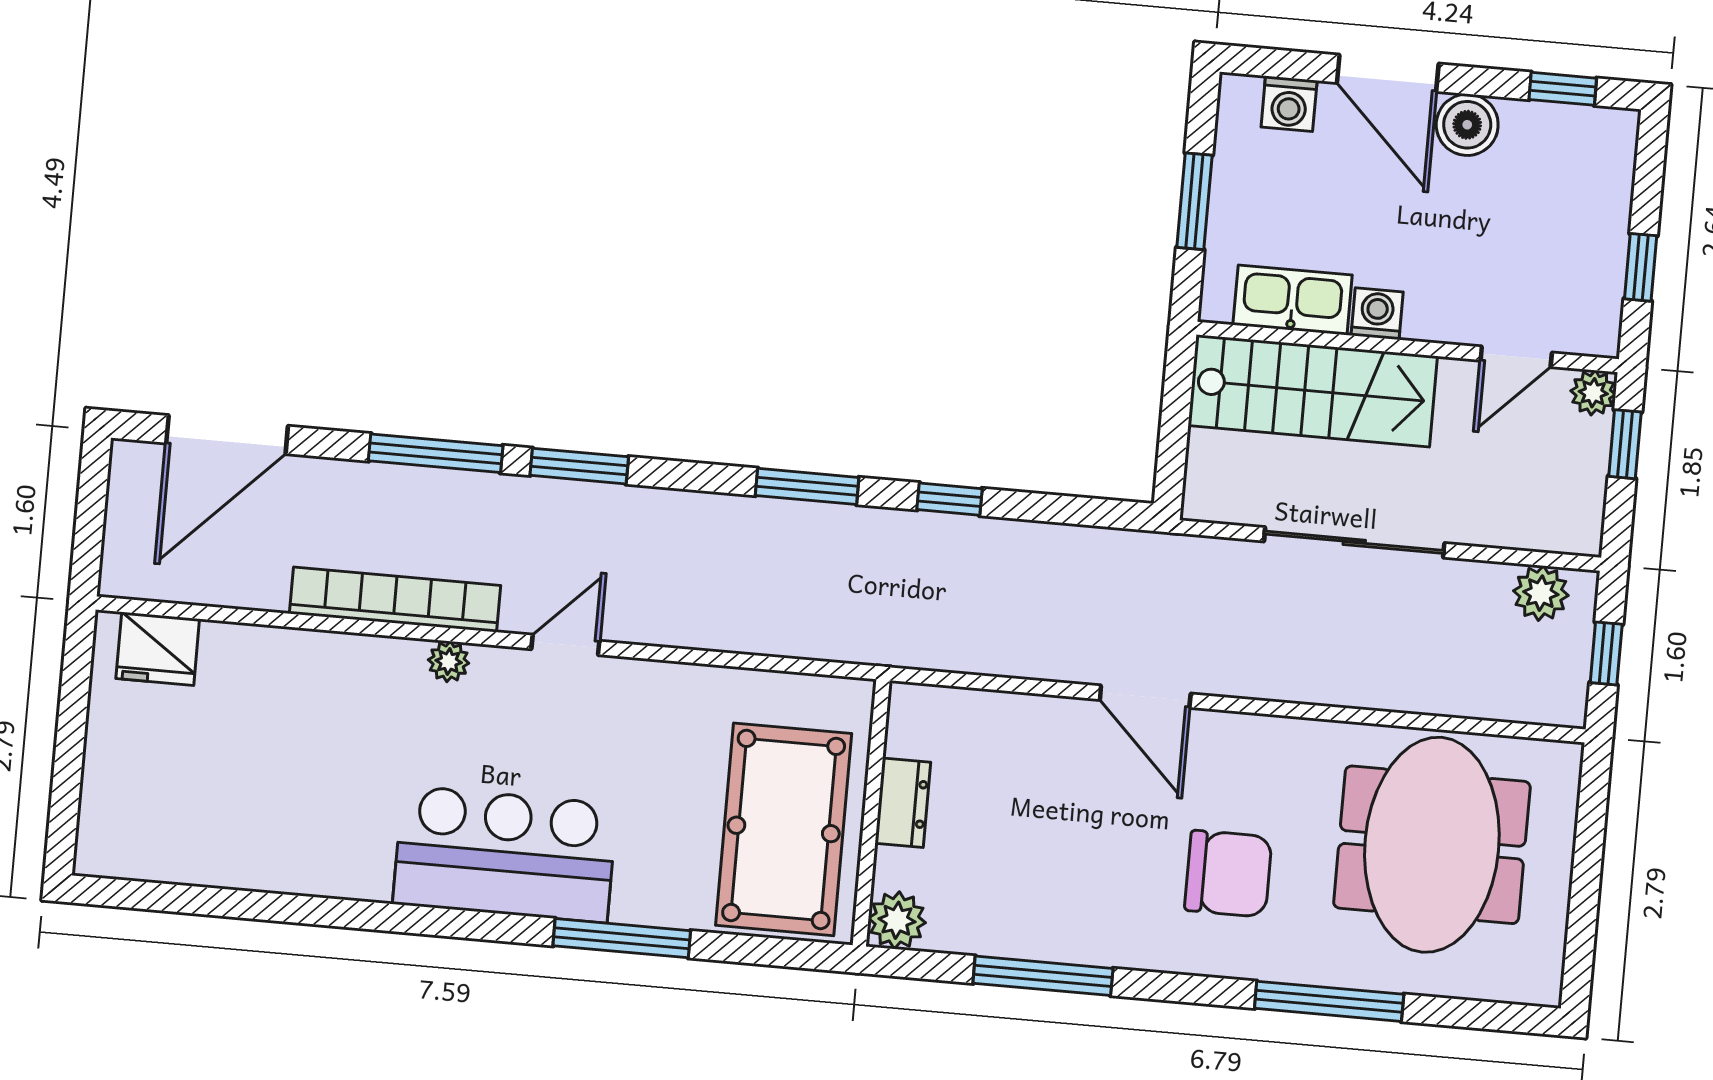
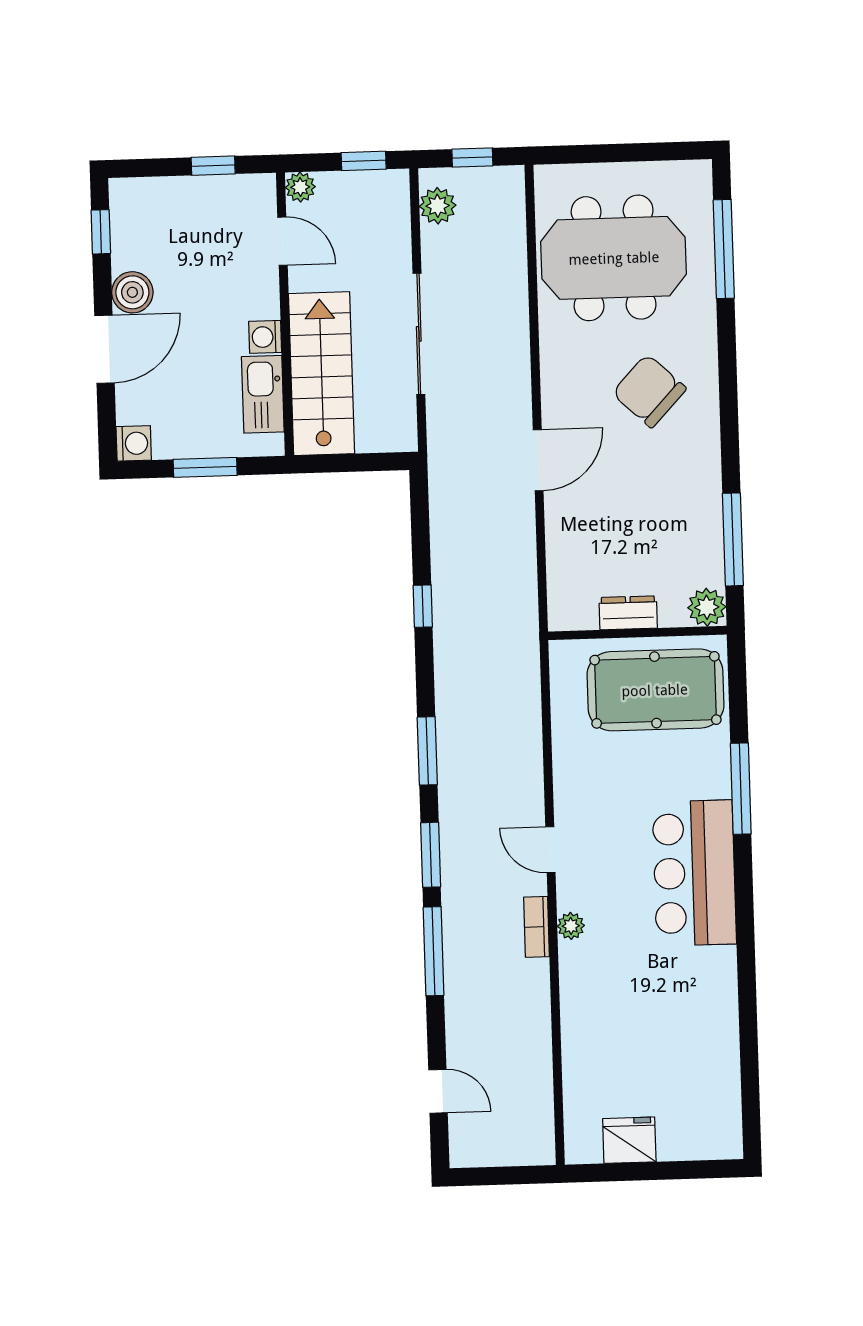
washing machine: (1289, 104) -> (134, 443), moved
door: (227, 435) -> (438, 1091), width x0.53
window: (1625, 444) -> (364, 161), moved
window: (807, 486) -> (427, 751), moved
bookcase: (395, 600) -> (537, 927), width x0.43, depth x0.76
fridge: (158, 649) -> (629, 1140), moved, turned -90
chair: (1228, 874) -> (649, 391), turned -47
window: (1043, 976) -> (733, 539), moved
window: (1329, 1001) -> (724, 249), moved

